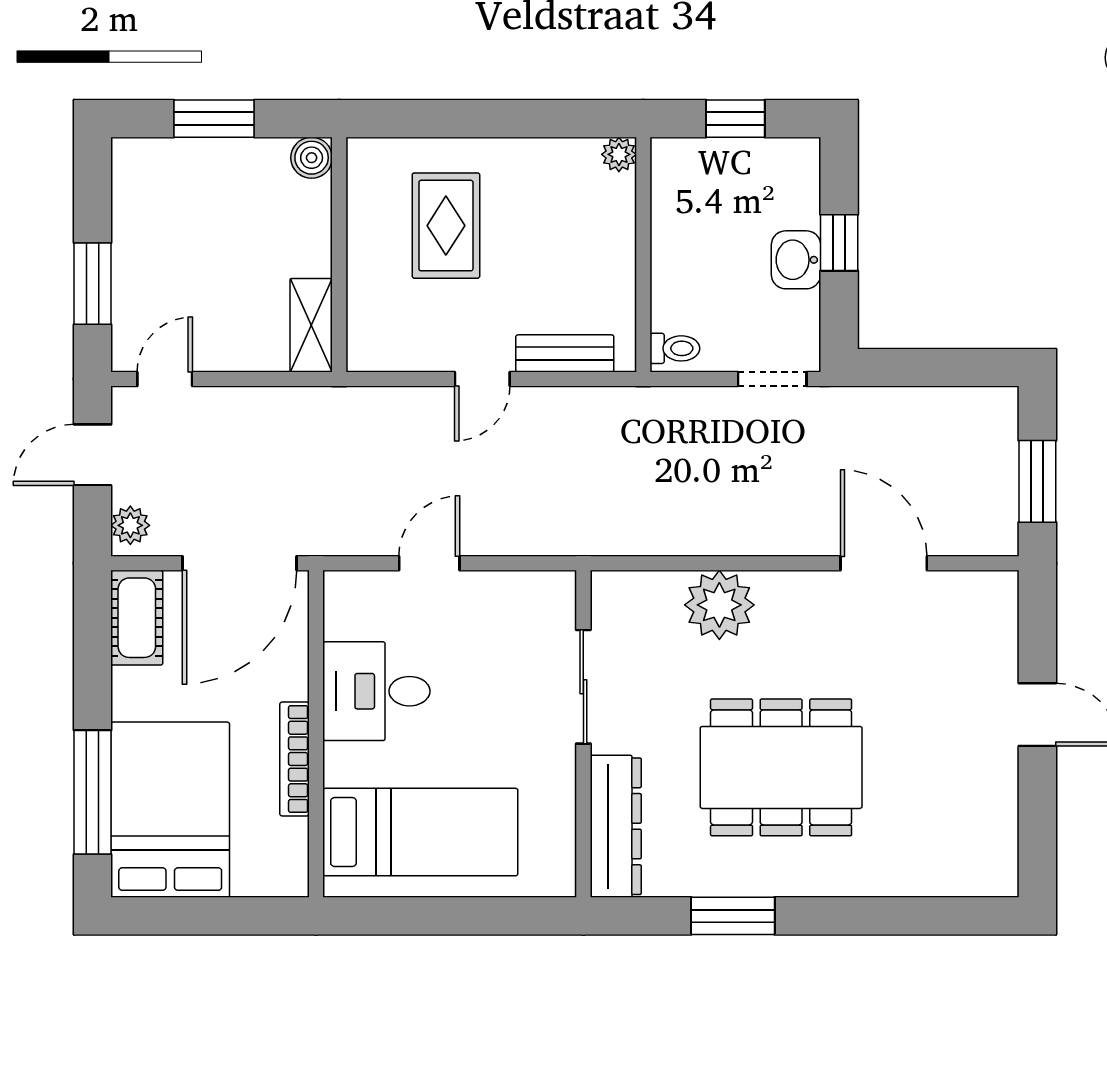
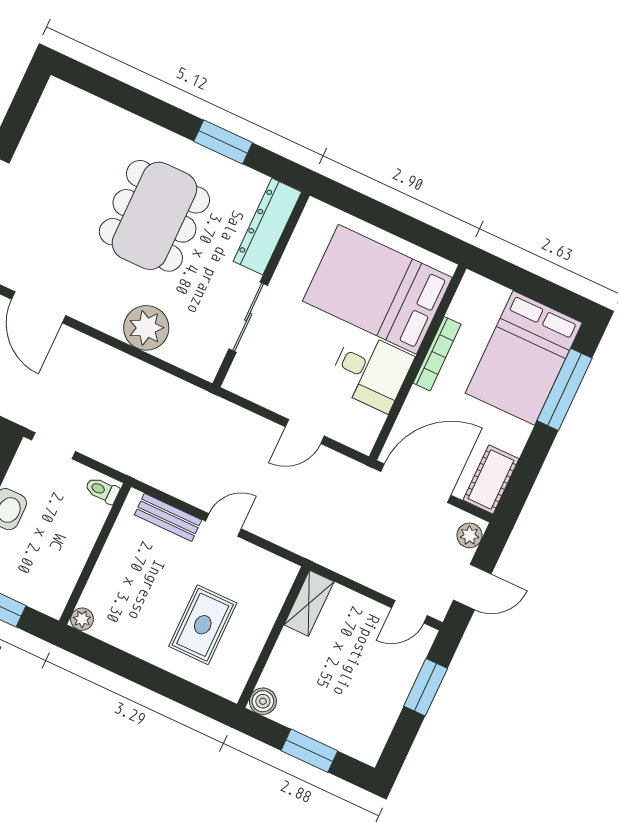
dining table: (781, 767) -> (154, 216), turned 90
bed: (420, 832) -> (377, 289), width x1.50

